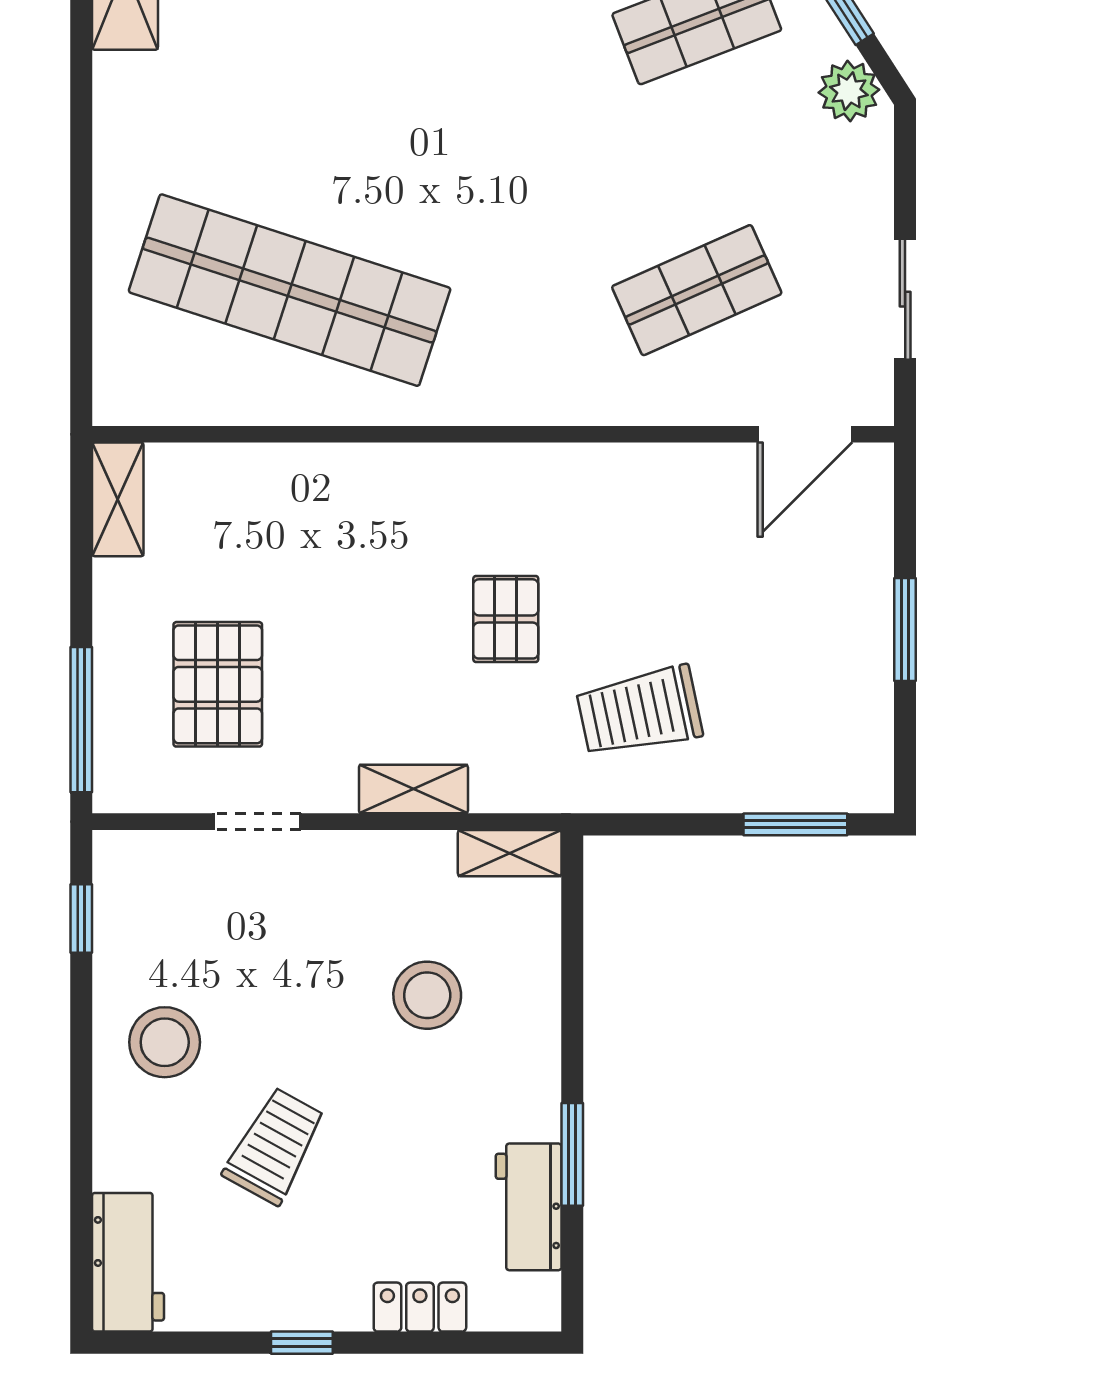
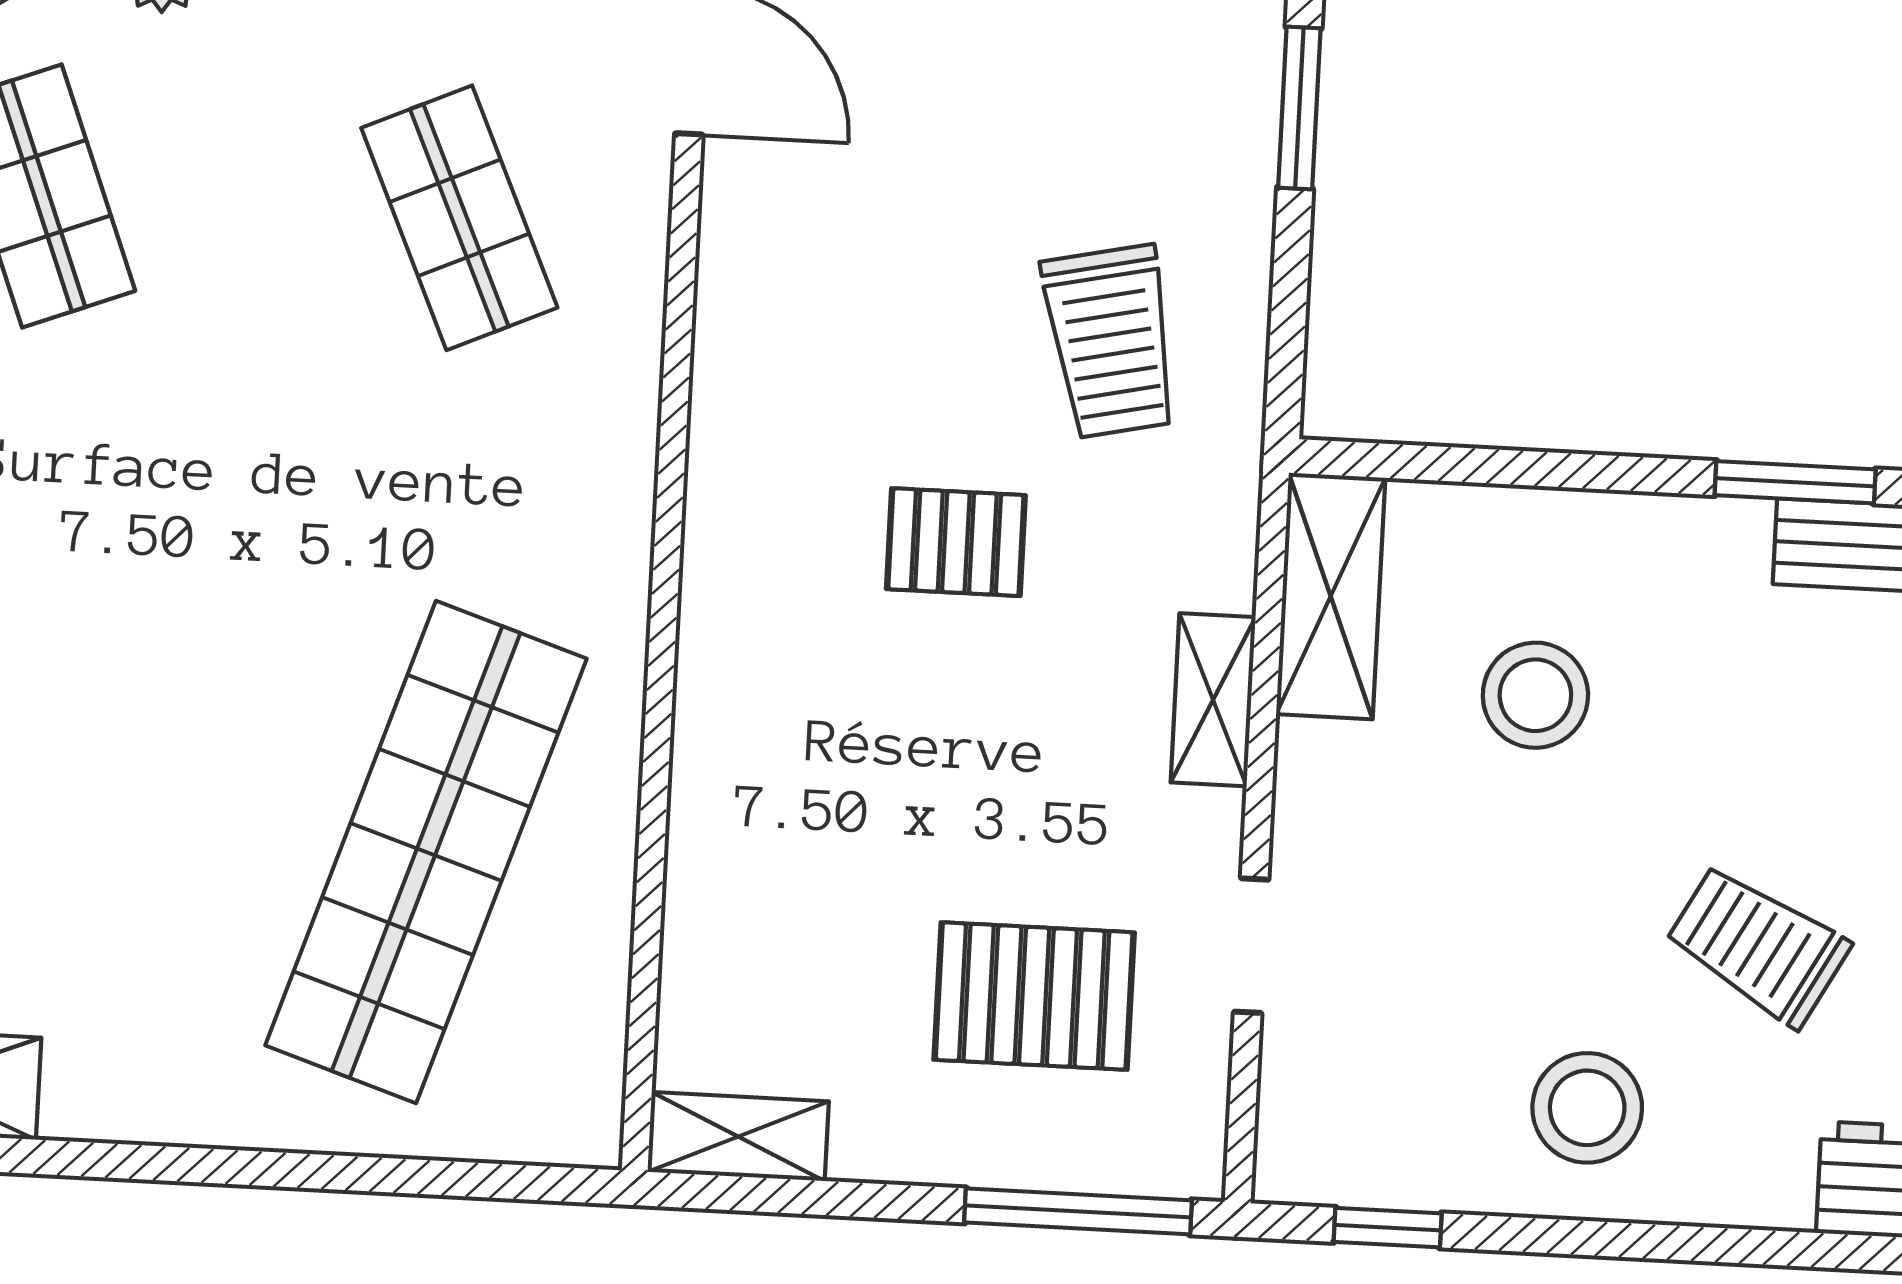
shelving: (510, 853) -> (1331, 596), width x1.50, depth x1.33

